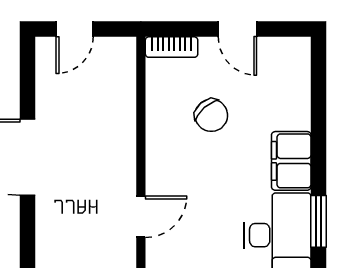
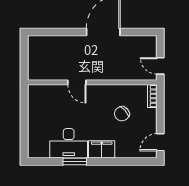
door: (75, 29) -> (160, 66), moved
door: (237, 29) -> (160, 142), moved

